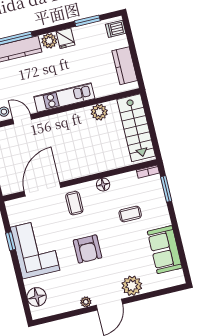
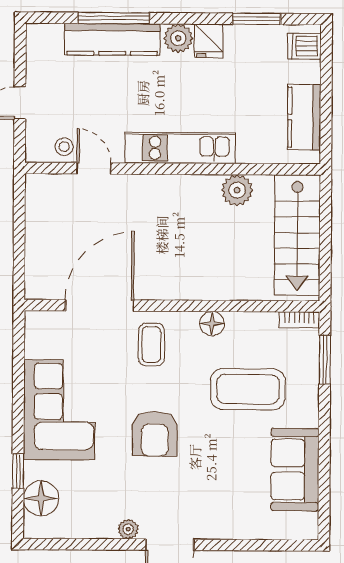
coffee table: (130, 214) -> (248, 389), width x1.86, depth x1.72
window: (11, 241) -> (18, 471), moved
plant: (132, 286) -> (219, 520), removed

